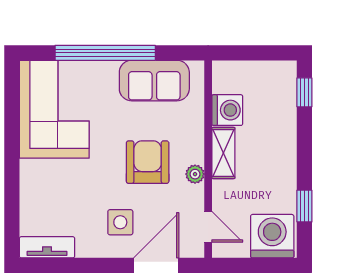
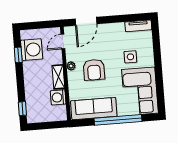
sofa: (154, 81) -> (94, 109), width x1.36
side table: (120, 222) -> (130, 57), moved
door: (208, 227) -> (63, 41), hinge flipped
washing machine: (272, 236) -> (32, 50), moved, turned -90

